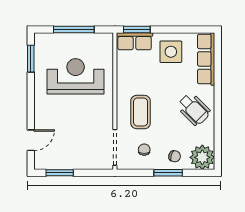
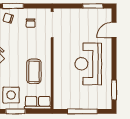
window: (137, 30) -> (15, 111), moved
reception desk: (76, 76) -> (88, 64), moved, turned 90
coffee table: (141, 112) -> (34, 71), moved

